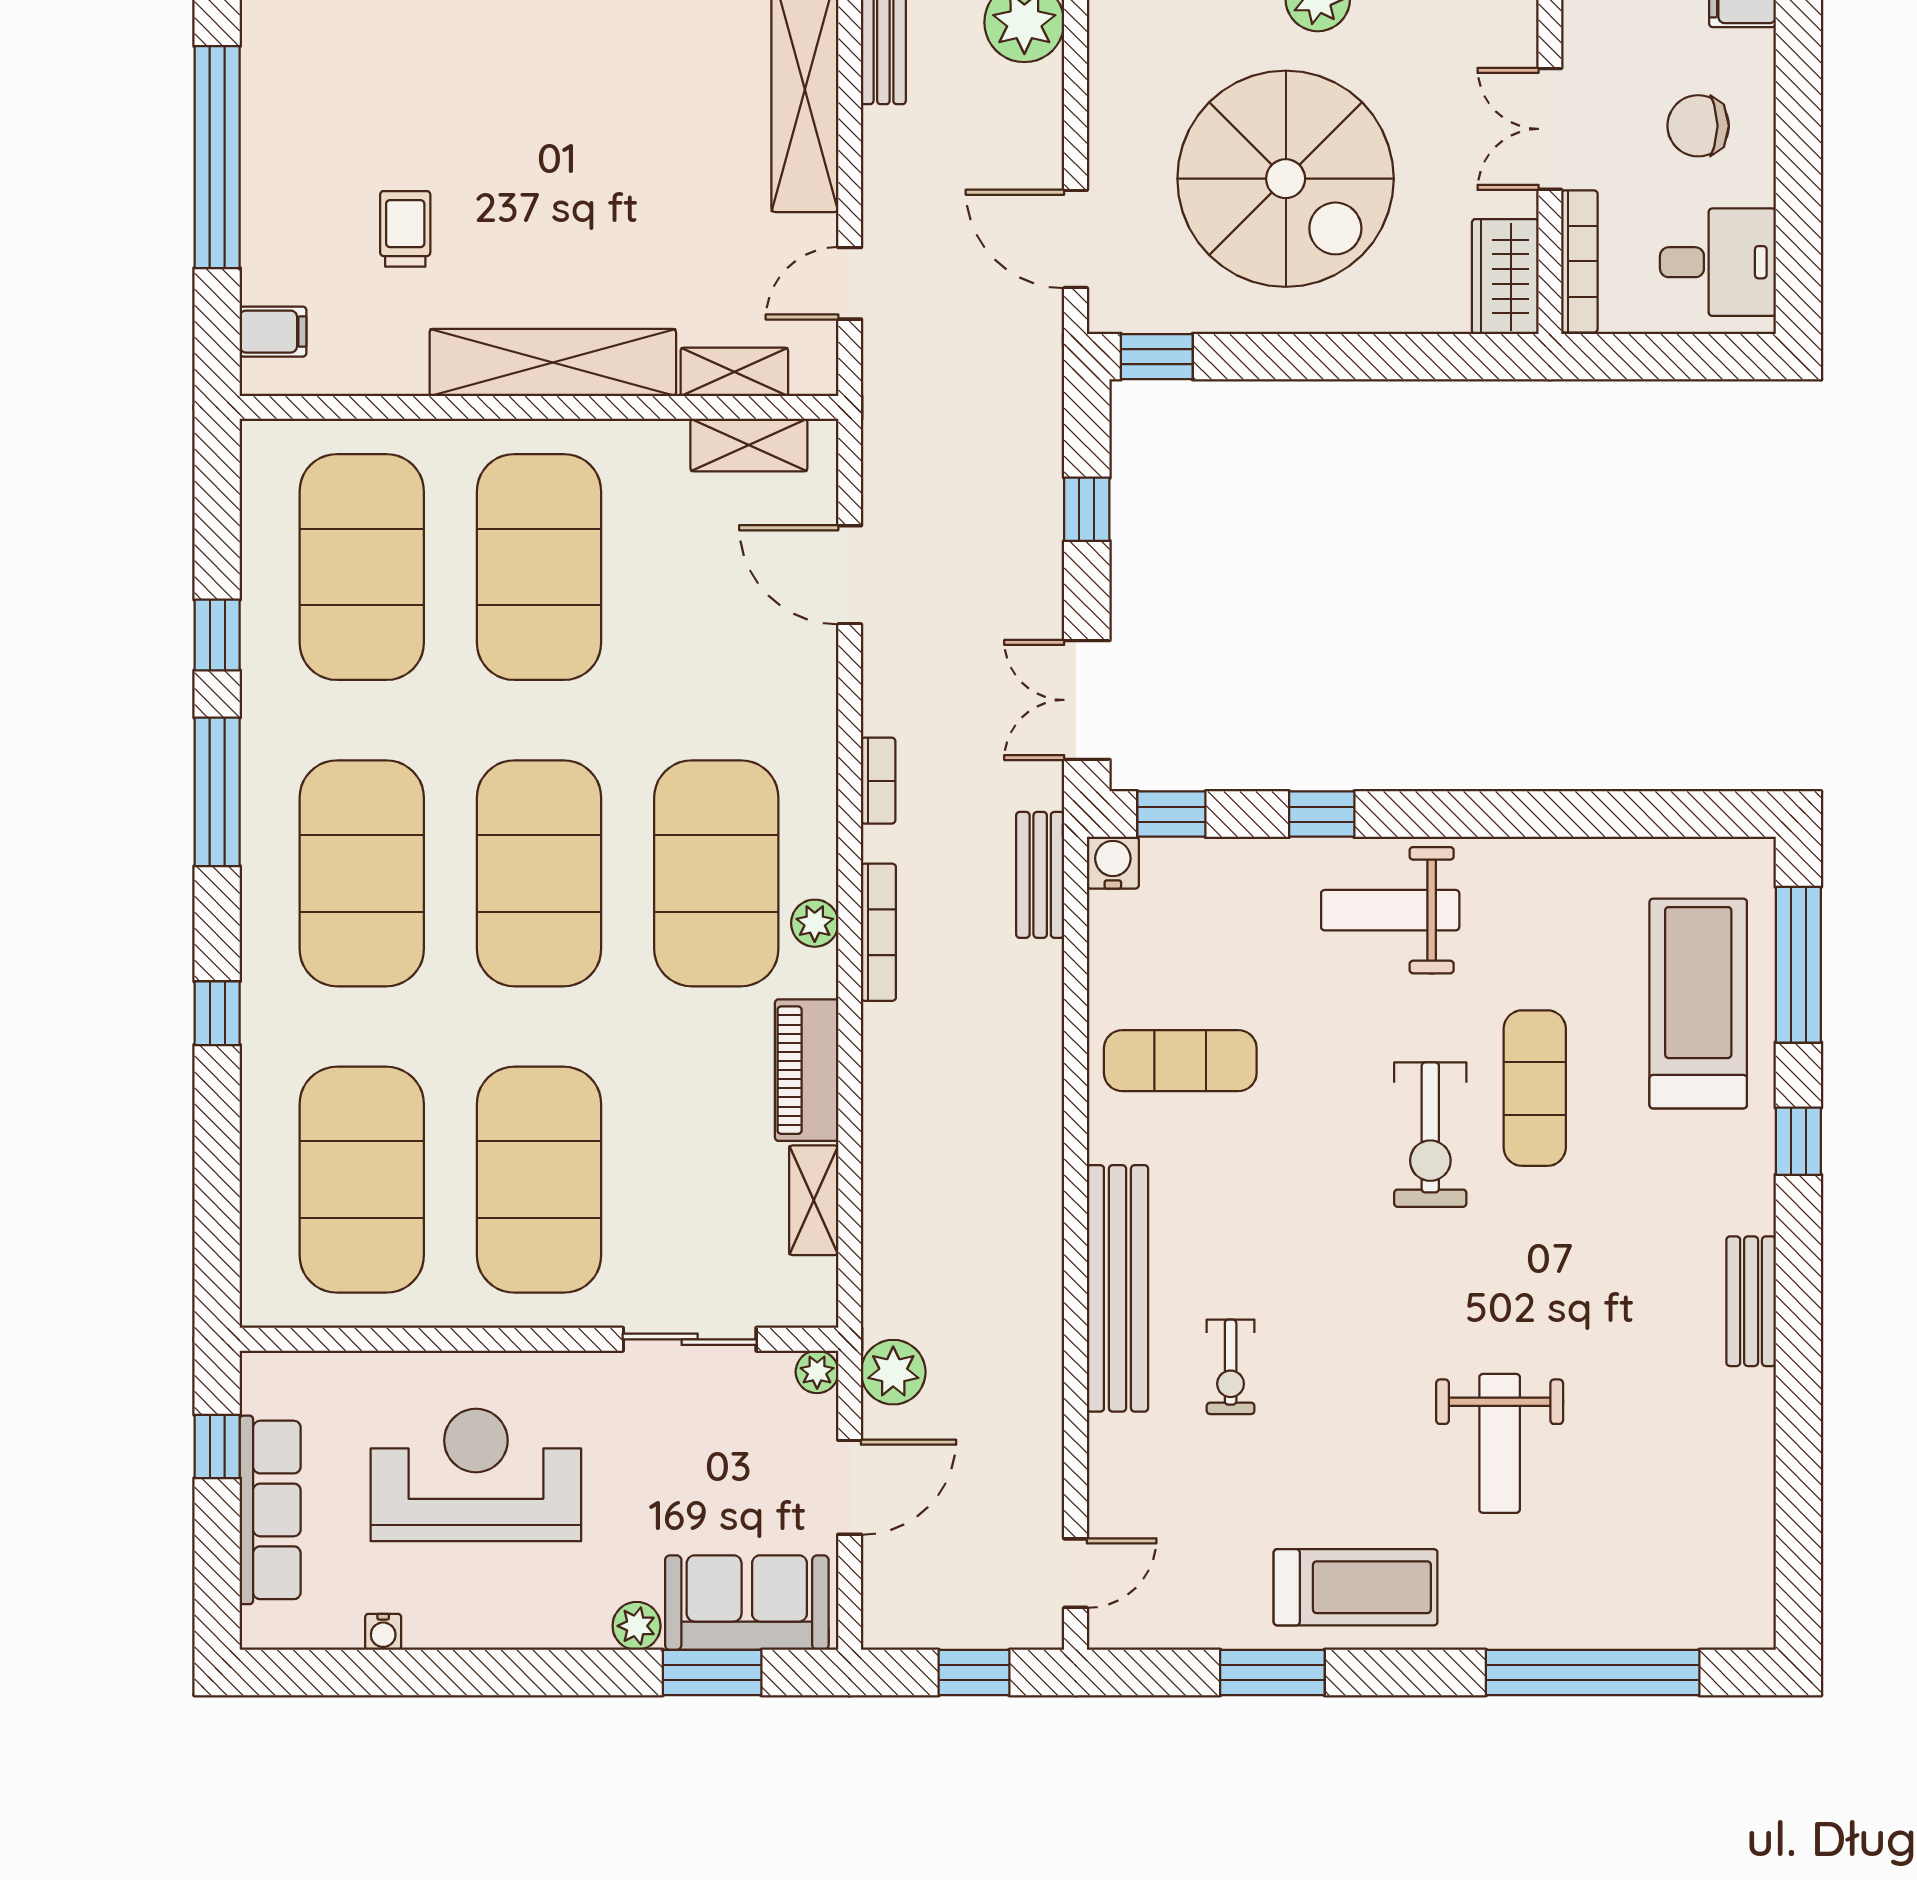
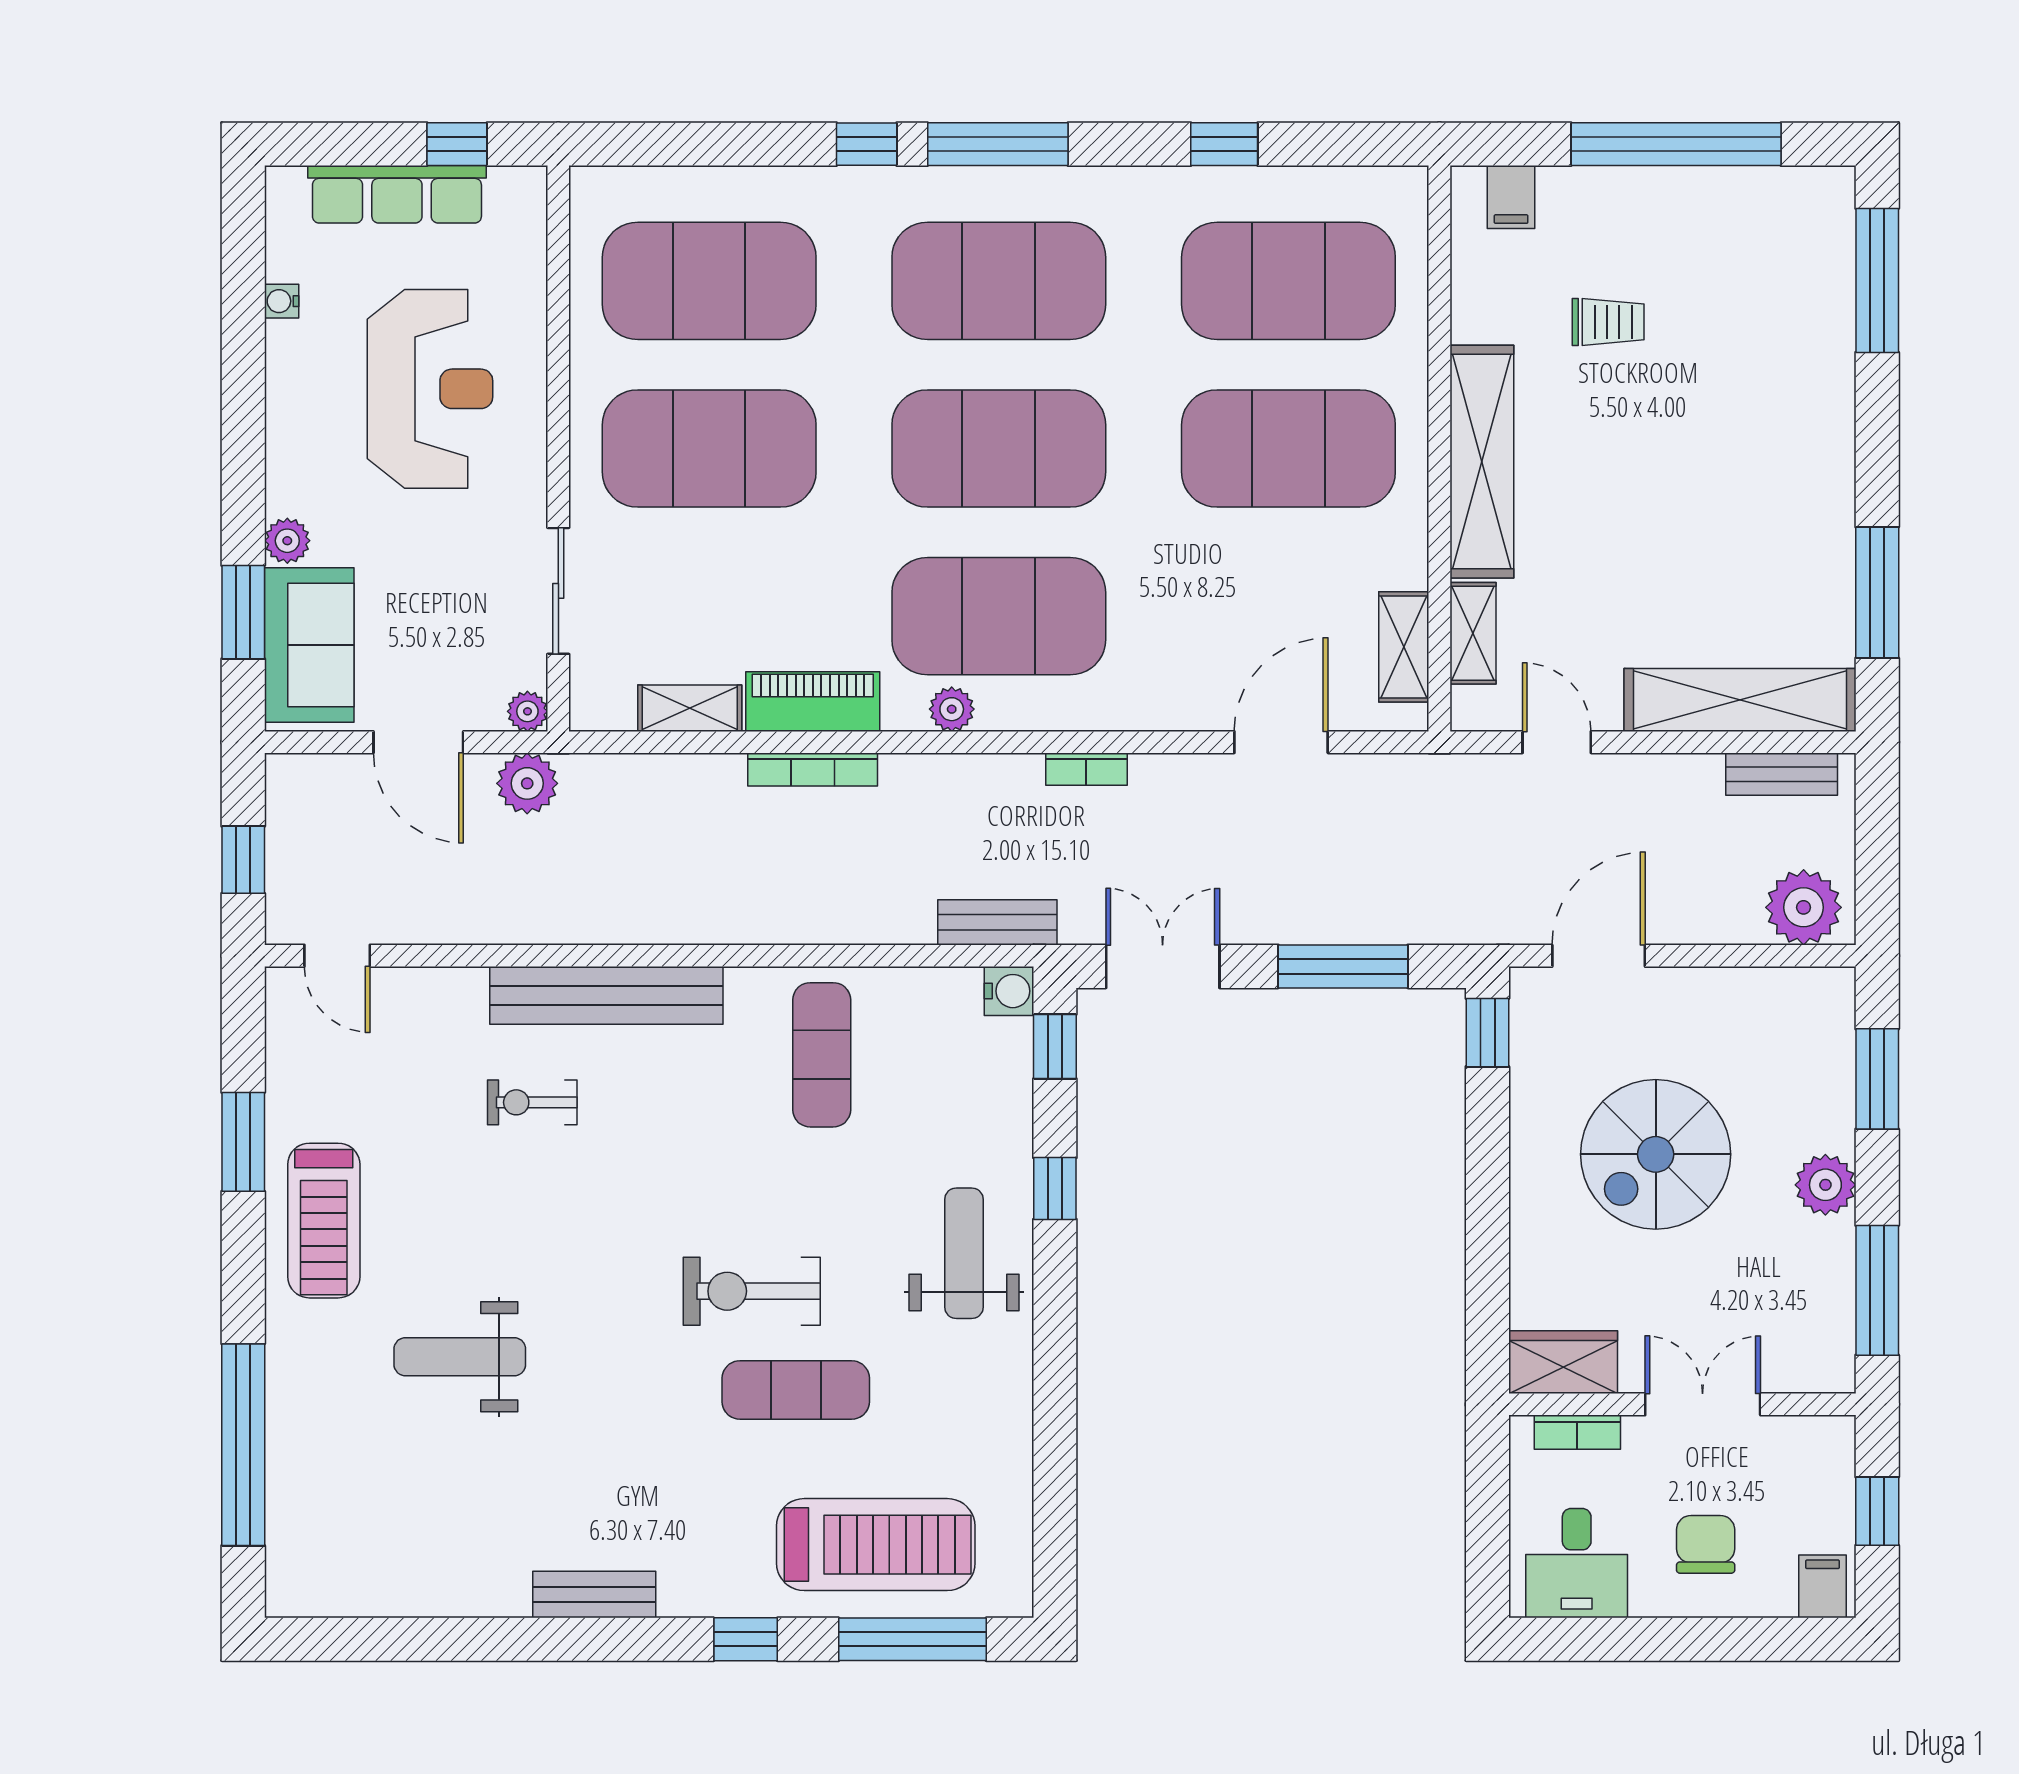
spiral stairs: (1286, 179) -> (1656, 1154), width x0.73, depth x0.73
bookcase: (1579, 261) -> (1577, 1432), width x0.64
window: (1087, 509) -> (1343, 966), width x2.17
window: (217, 792) -> (998, 144), moved
bookcase: (878, 932) -> (813, 769), moved

